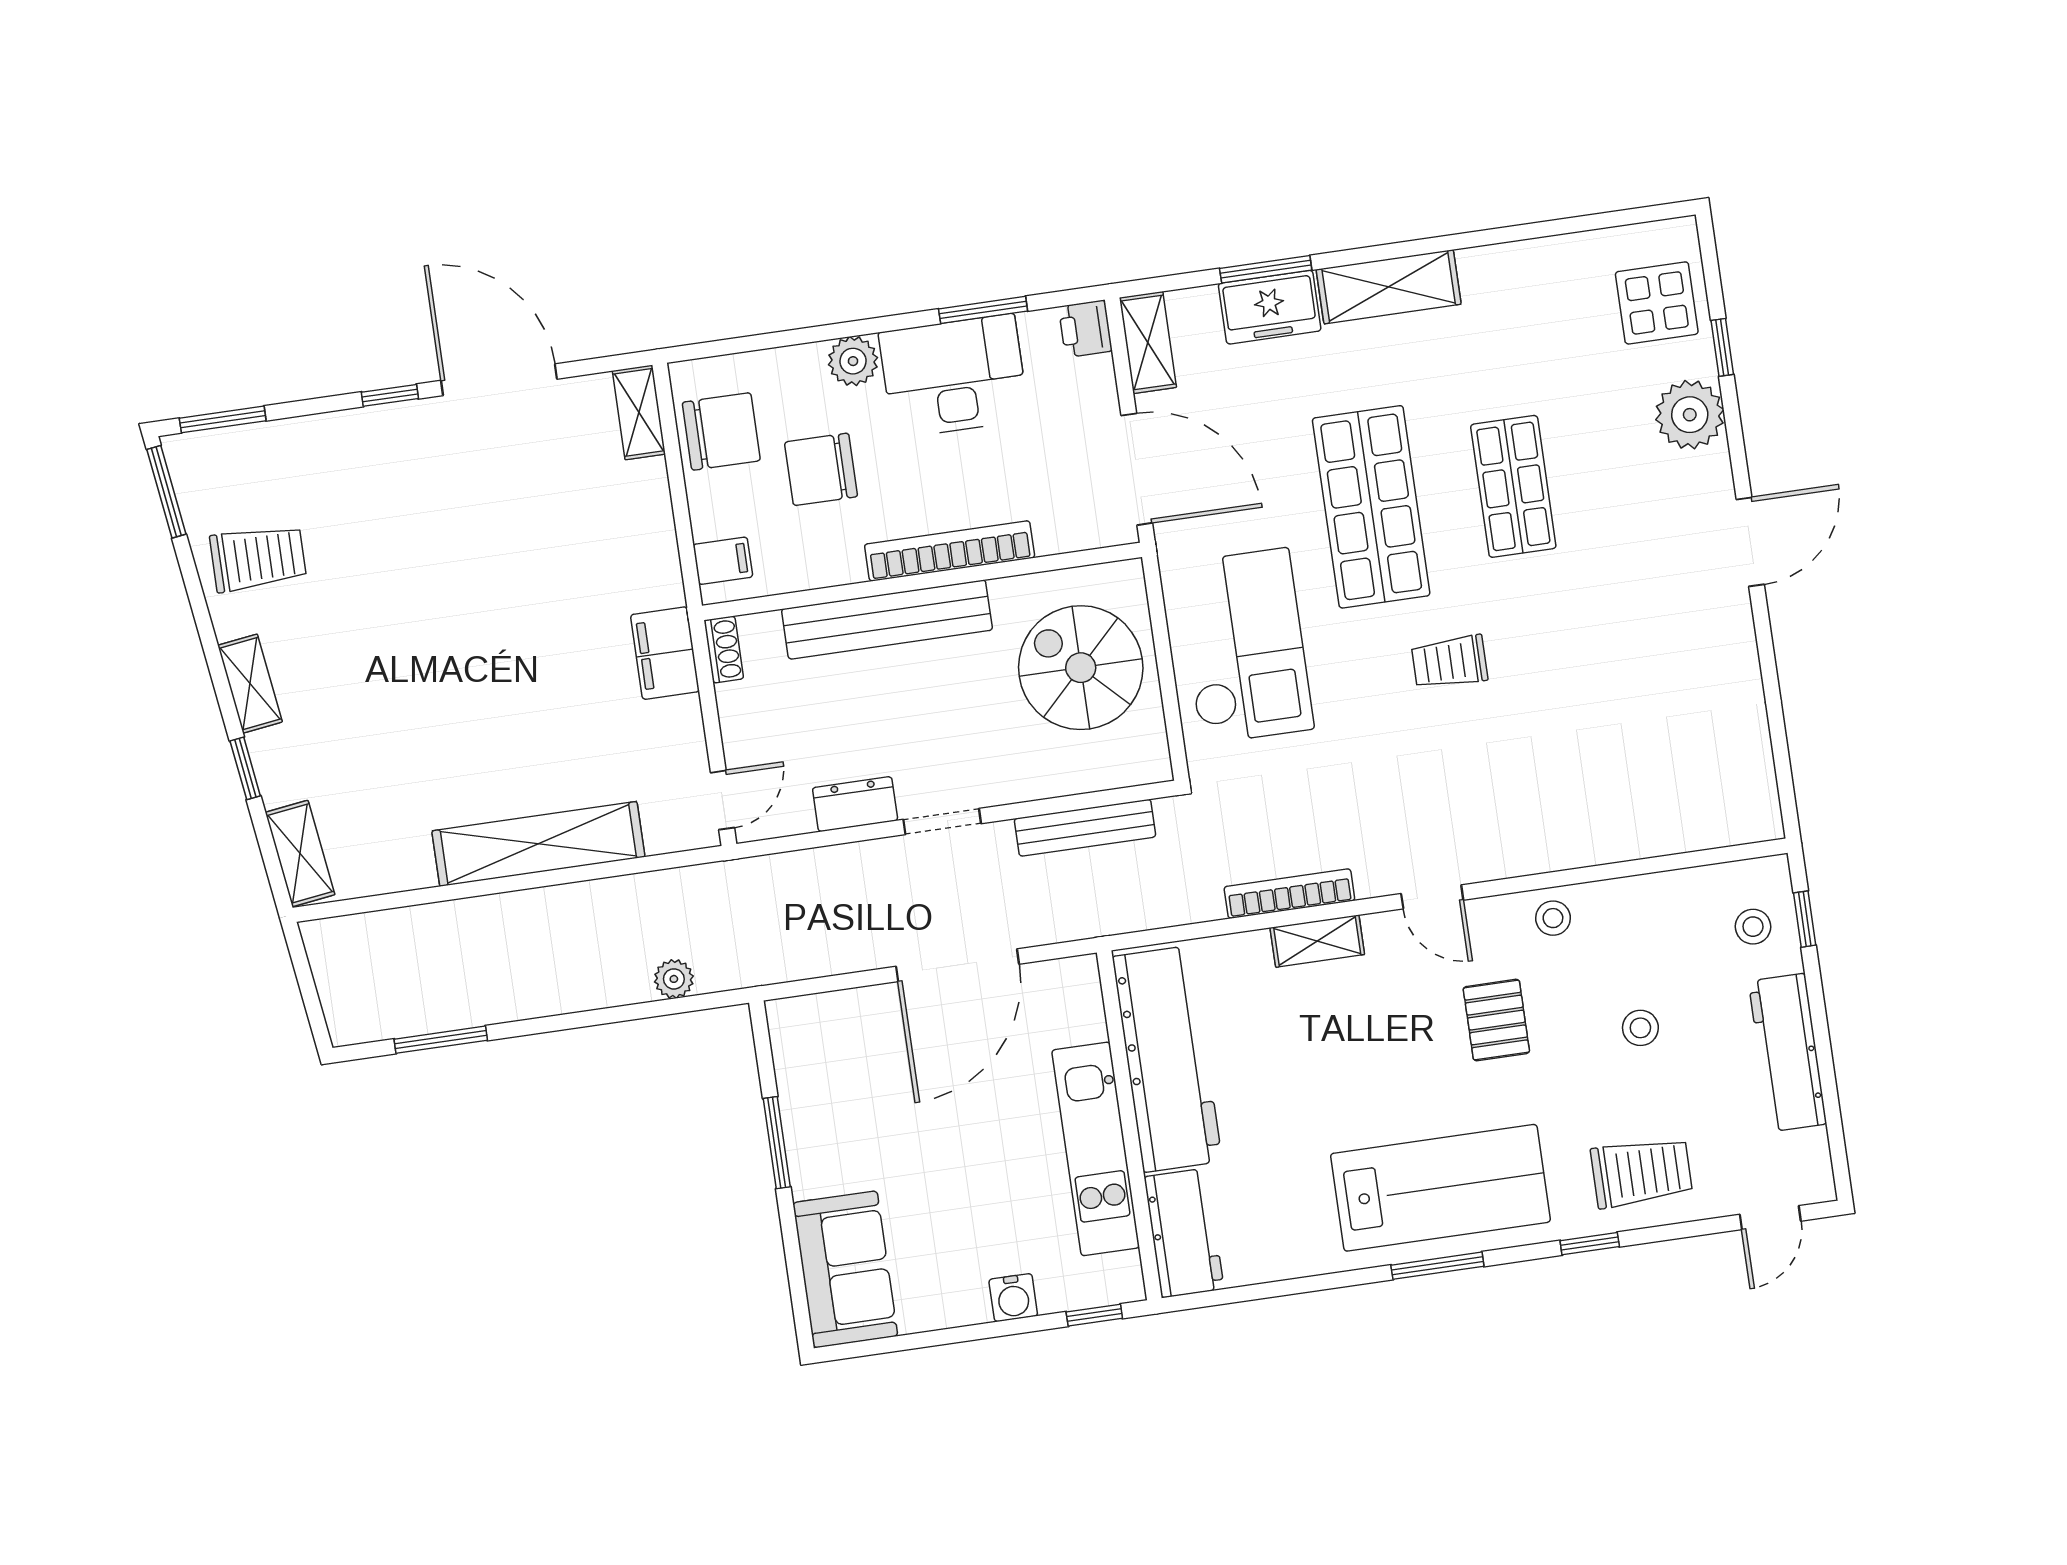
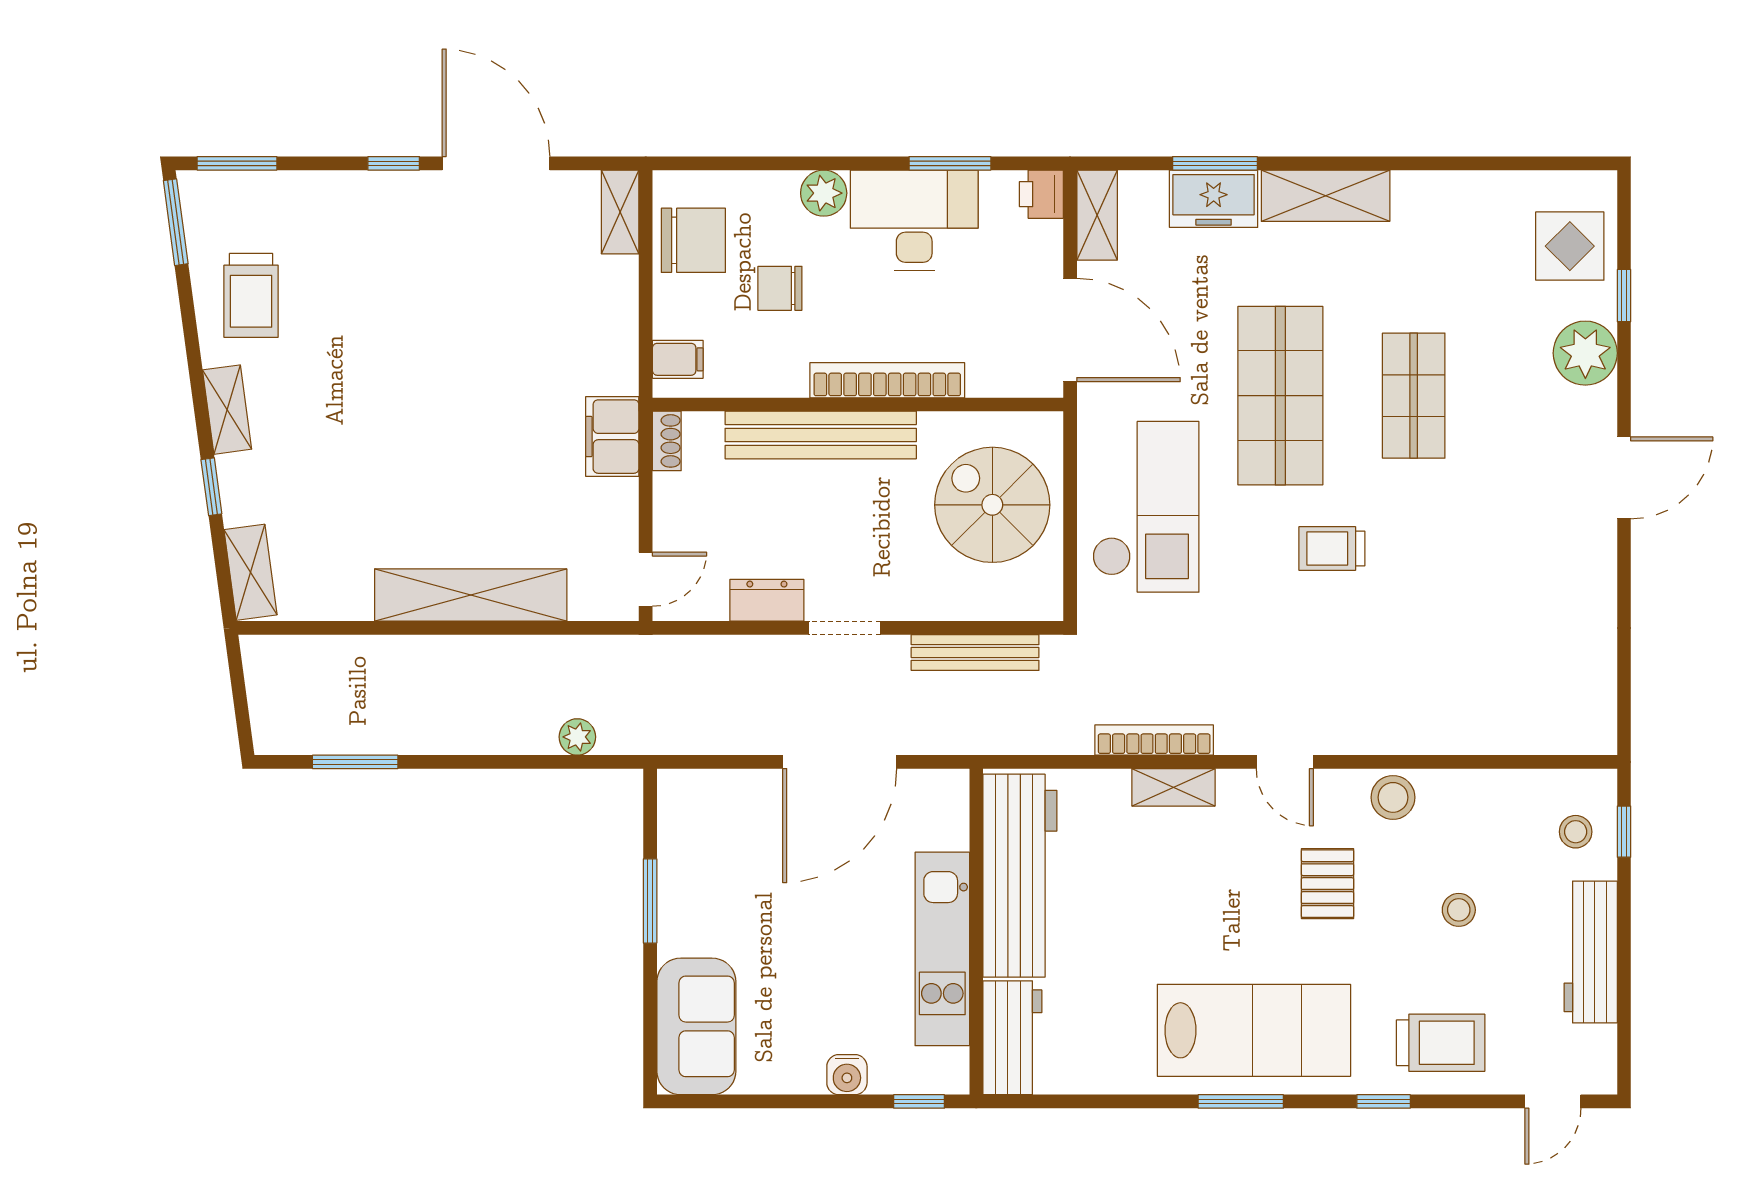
chair: (821, 469) -> (780, 288), width x0.73, depth x0.73
trolley: (258, 558) -> (251, 295), turned 90
stool: (1553, 918) -> (1393, 797), width x1.37, depth x1.37

